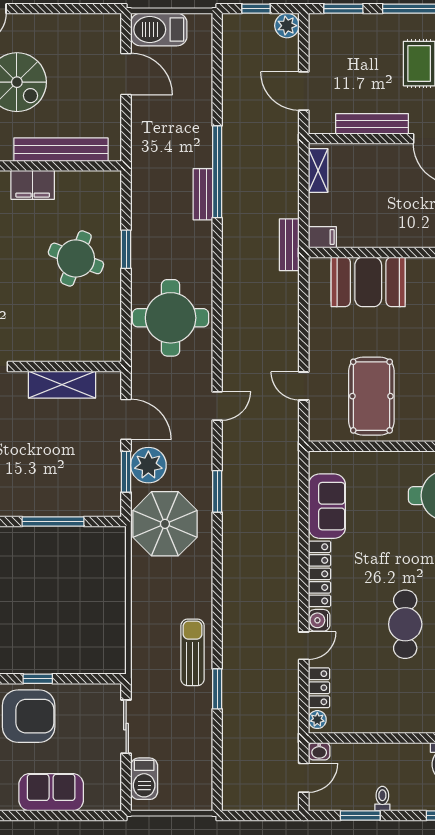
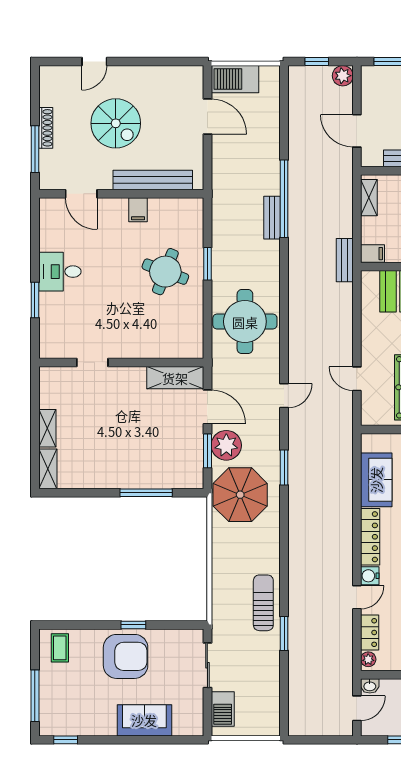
filing cabinet: (33, 185) -> (138, 210), width x0.50
shelving: (62, 385) -> (175, 378), moved

